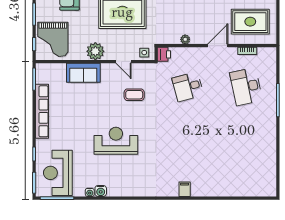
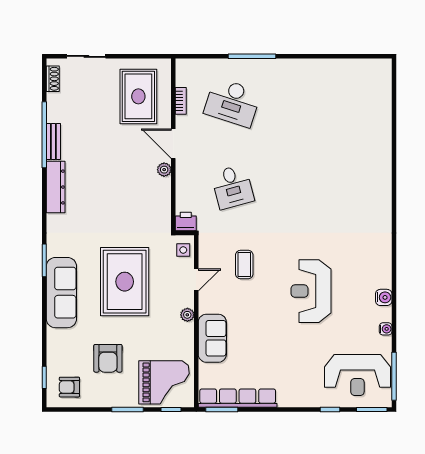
plant: (185, 39) -> (164, 170), moved
plant: (95, 51) -> (187, 315), width x0.53, depth x0.53
desk: (246, 87) -> (232, 102), turned 30
row of seats: (42, 111) -> (238, 398), moved
filing cabinet: (185, 189) -> (381, 192), removed
water cooler: (101, 191) -> (384, 297), moved

